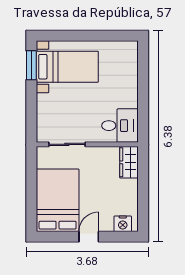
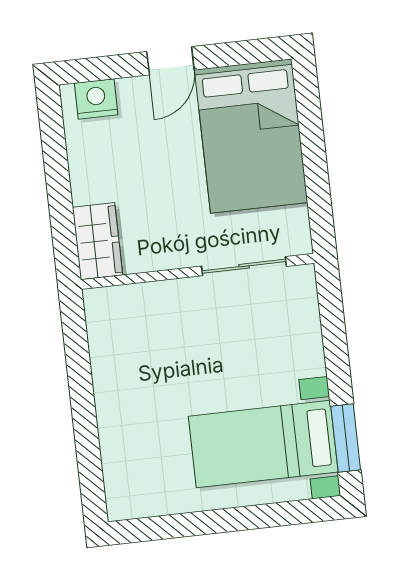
desk: (120, 126) -> (127, 323), removed

